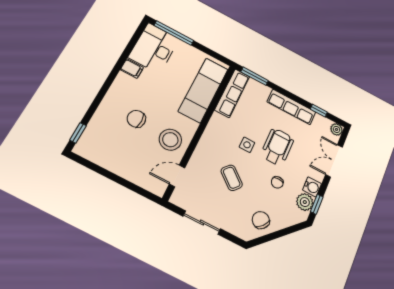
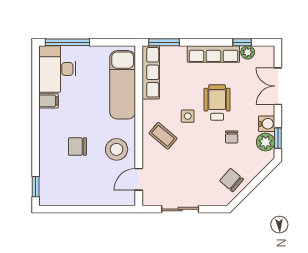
plant: (336, 129) -> (248, 52), moved
coffee table: (232, 178) -> (163, 136), moved

